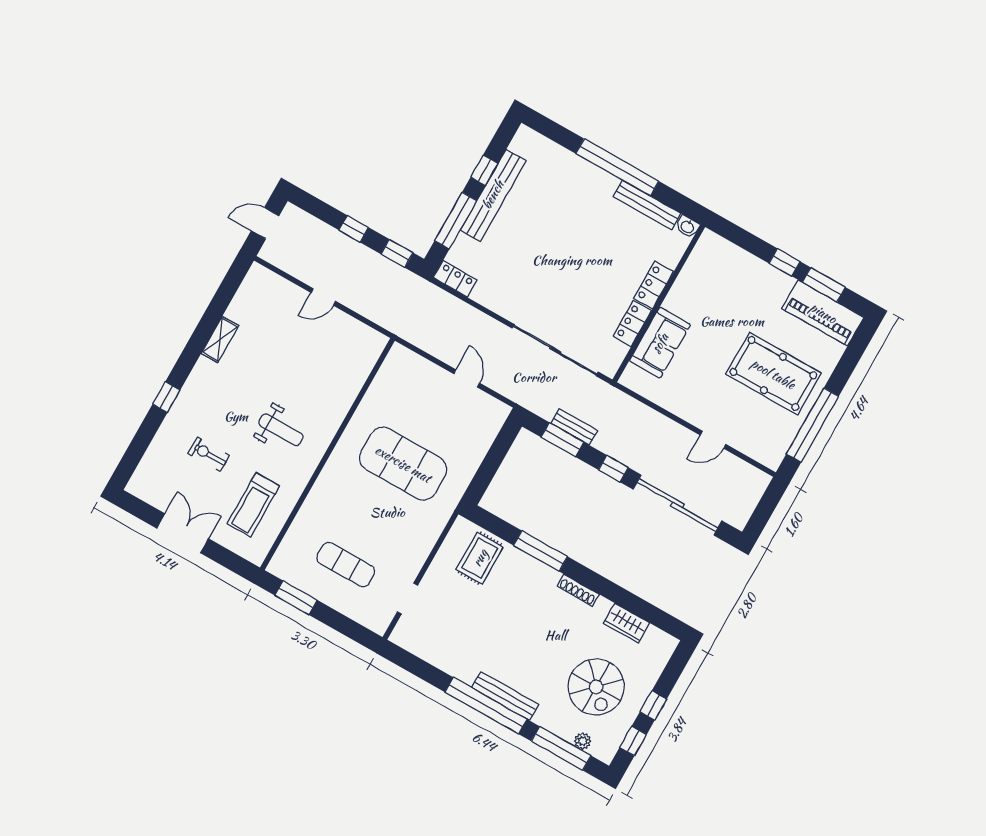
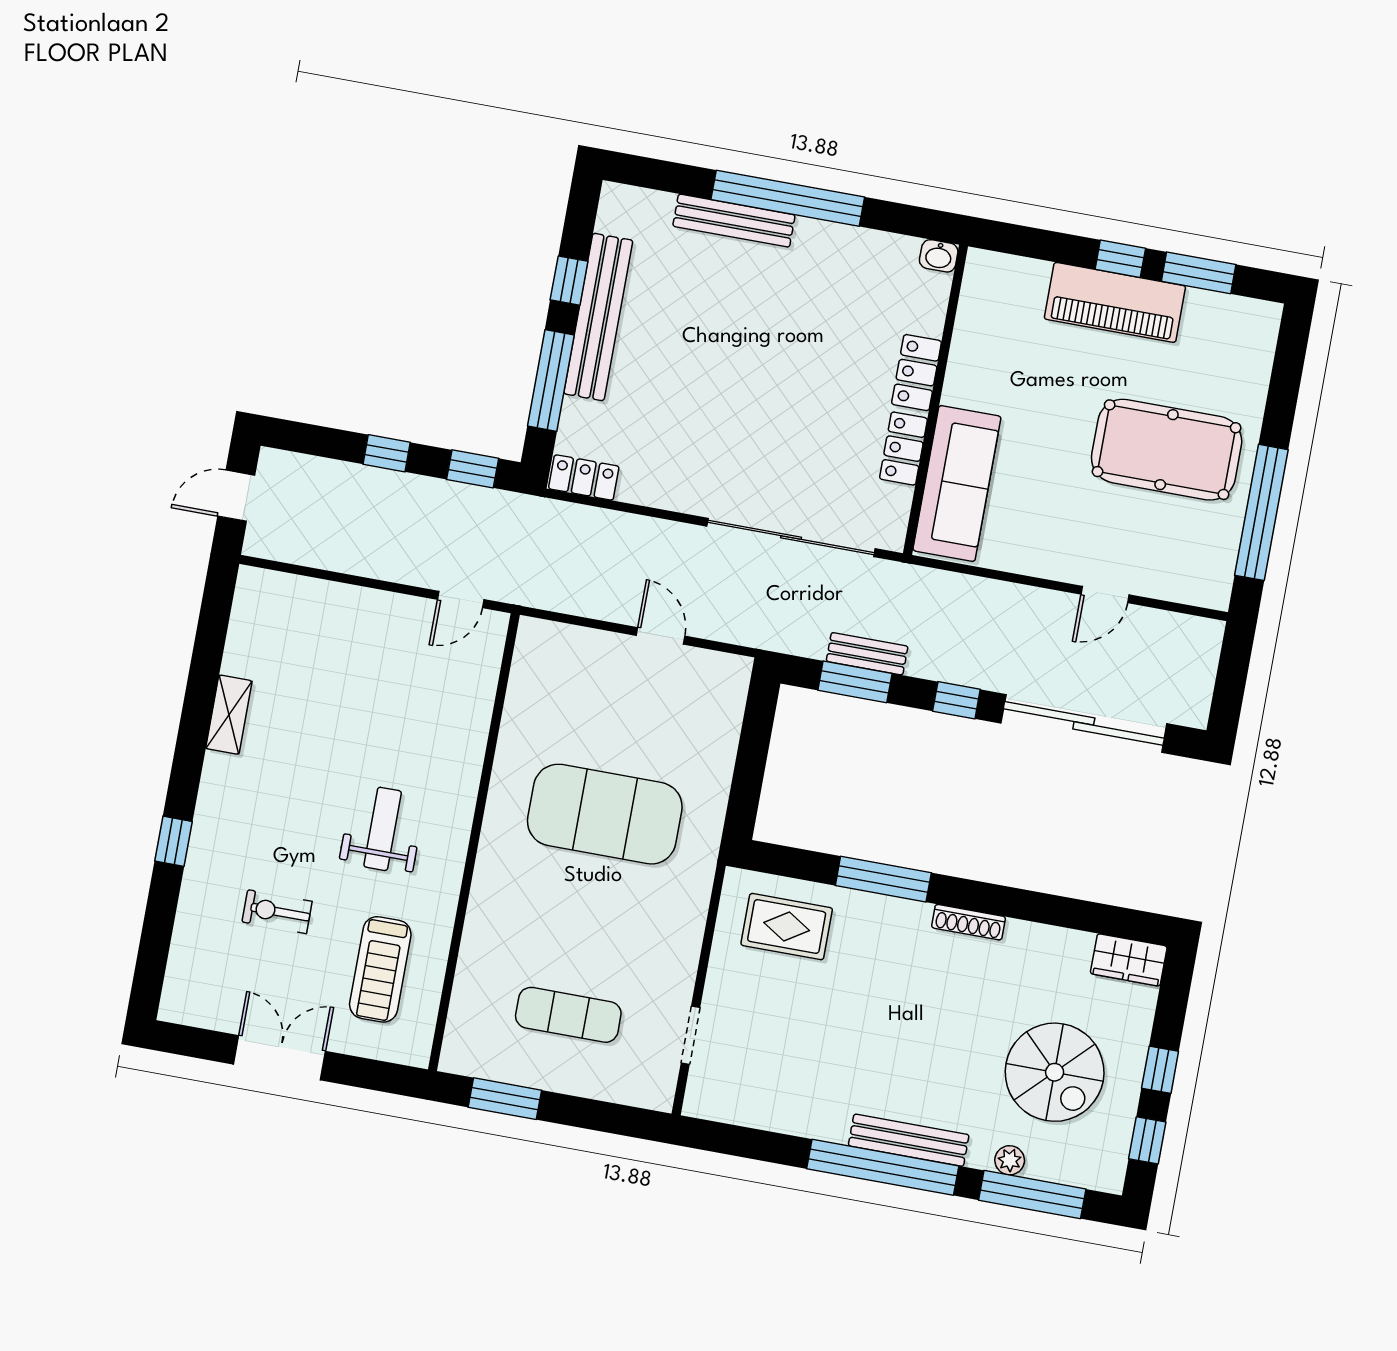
bench: (647, 205) -> (734, 221), moved
door: (323, 297) -> (461, 599), moved
piano: (823, 313) -> (1115, 302), moved
sofa: (660, 343) -> (957, 483), width x1.36
weight bench: (281, 430) -> (383, 829), turned -90
rug: (480, 558) -> (787, 927), turned 90
wardrobe: (626, 623) -> (1129, 960), moved
plant: (583, 741) -> (1010, 1160), moved

